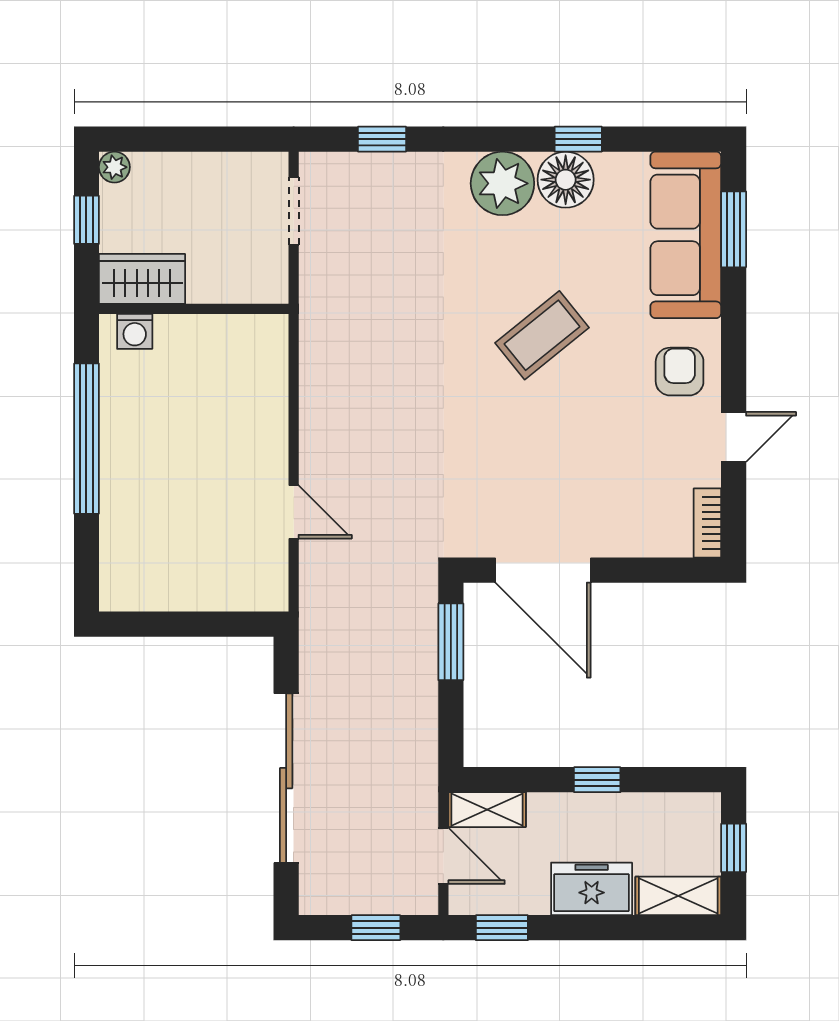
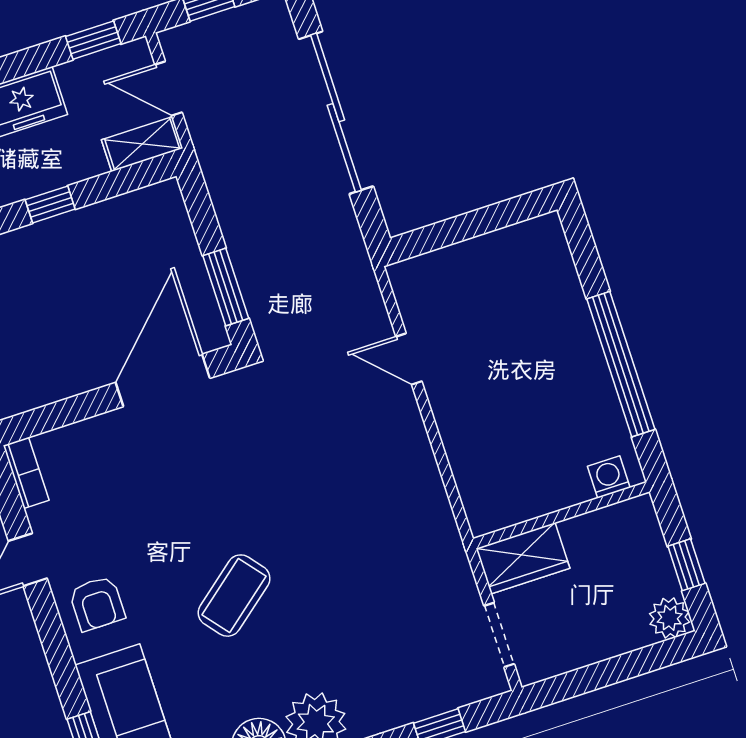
plant: (114, 167) -> (670, 618), width x1.38, depth x1.38
wardrobe: (142, 279) -> (523, 558), moved
door: (543, 570) -> (163, 380), hinge flipped

